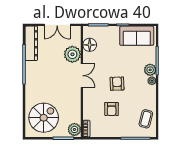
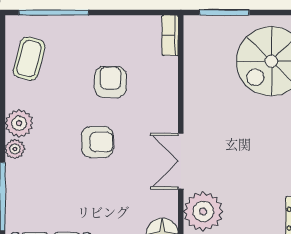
plant: (150, 70) -> (19, 123), moved
armchair: (117, 84) -> (98, 142), turned -88
plant: (74, 129) -> (198, 33), removed

